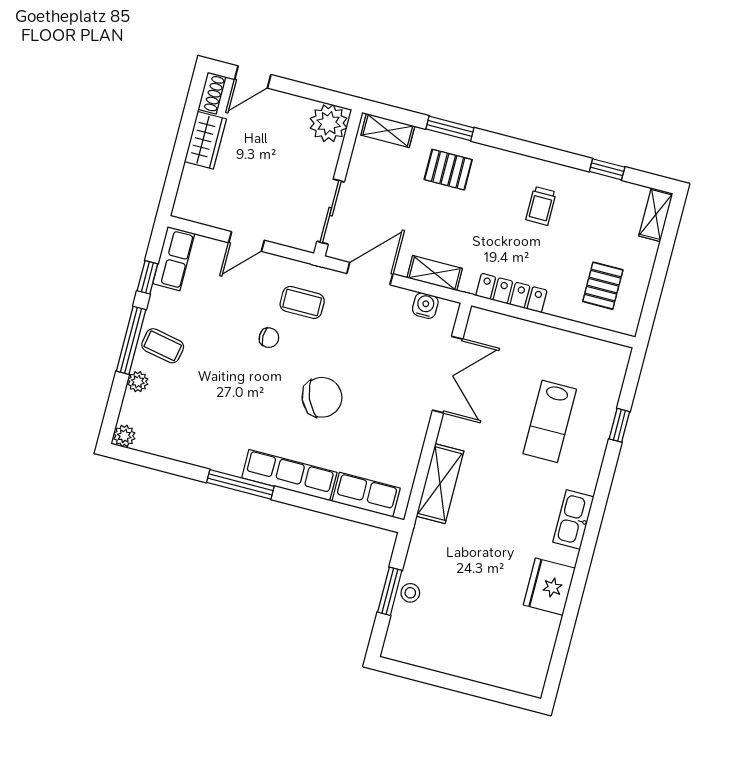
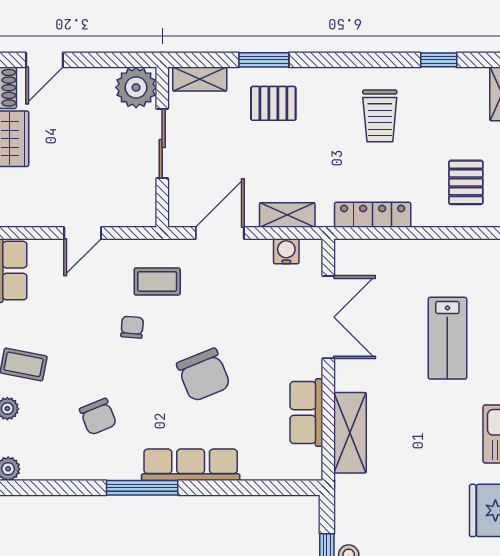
trolley: (541, 206) -> (380, 116), width x1.36, depth x1.39
sliding door: (331, 212) -> (162, 144), moved
chair: (269, 338) -> (132, 327), turned -85
chair: (322, 397) -> (204, 375), turned 91
chair: (217, 410) -> (98, 417), added
row of seats: (366, 495) -> (306, 412), moved, turned -90

